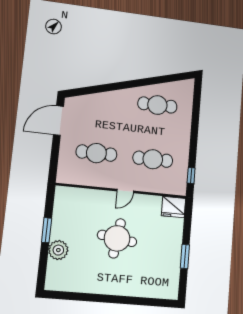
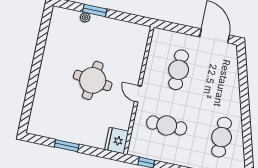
cafe table: (153, 159) -> (167, 125), turned 90
window: (47, 230) -> (95, 10), moved
plant: (58, 250) -> (85, 17), width x0.53, depth x0.53

